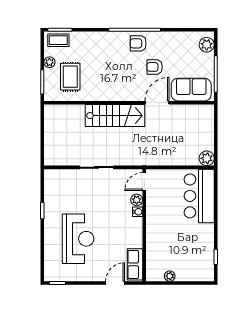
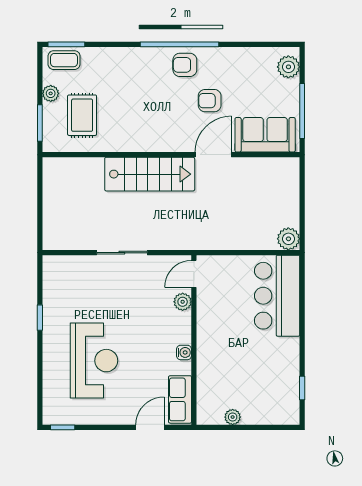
water cooler: (138, 212) -> (184, 352), moved

